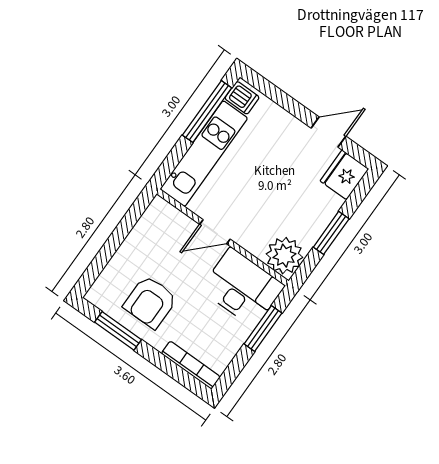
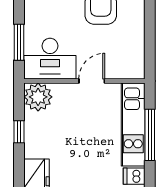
window: (207, 111) -> (150, 135), moved
window: (331, 233) -> (19, 132), width x0.67

